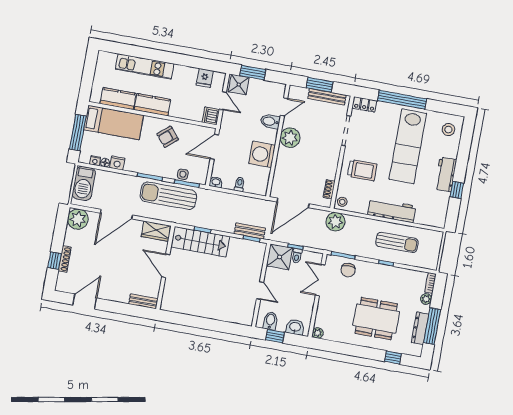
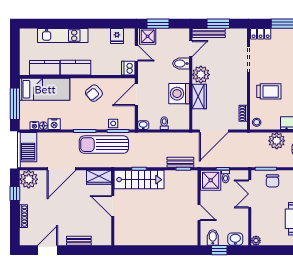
bench: (327, 97) -> (209, 33), moved
wardrobe: (284, 162) -> (199, 97), added
plant: (335, 222) -> (277, 141), moved
window: (55, 261) -> (15, 193), moved
bench: (143, 301) -> (79, 241), moved

